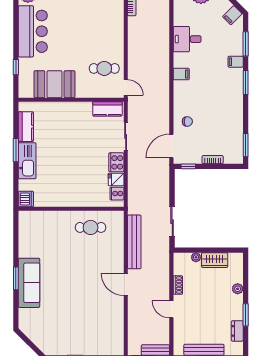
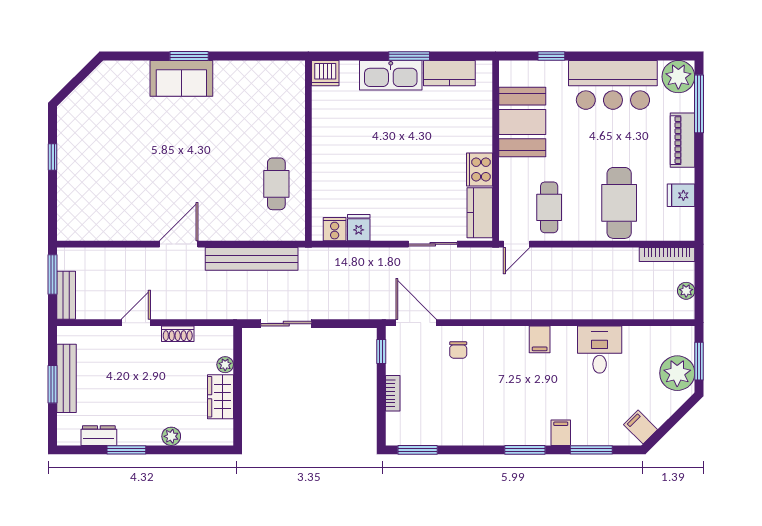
cafe table: (102, 28) -> (619, 203), added
cooker: (116, 162) -> (479, 169), moved, turned -90
sofa: (29, 283) -> (181, 78), width x0.73

